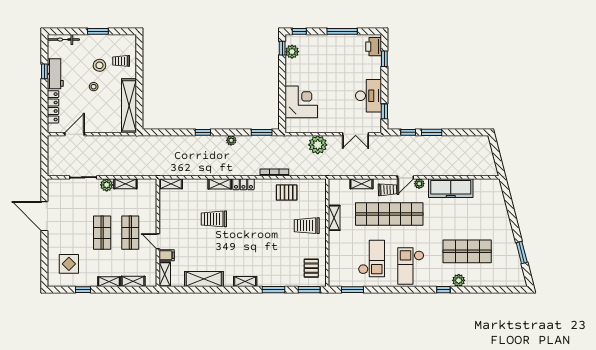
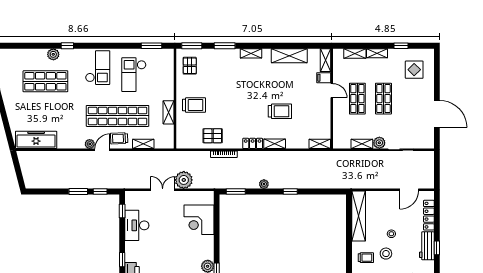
double door: (356, 134) -> (163, 190), moved
freezer: (451, 188) -> (36, 140), moved

